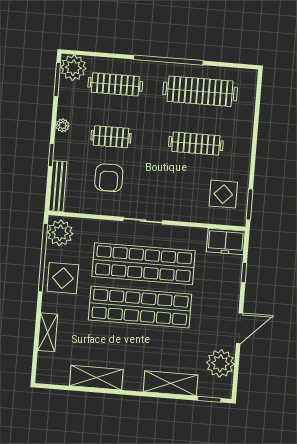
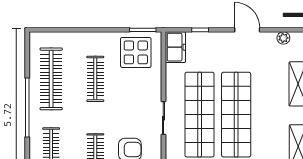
display table: (223, 194) -> (136, 52), width x1.36, depth x1.36
plant: (220, 363) -> (283, 38), width x0.53, depth x0.53

